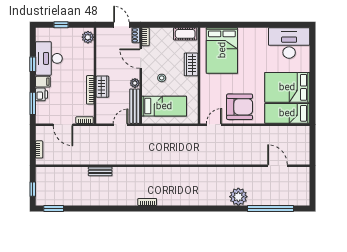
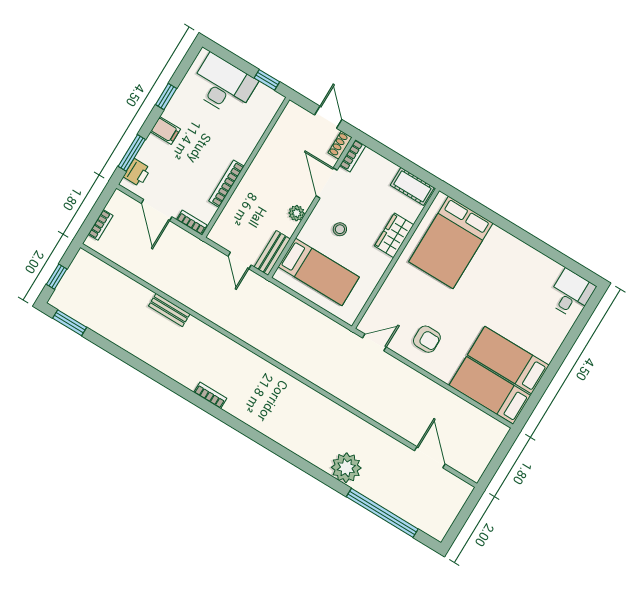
window: (61, 25) -> (267, 80), moved
plant: (88, 37) -> (269, 106), removed
desk: (289, 43) -> (571, 294), width x0.53, depth x0.77
desk: (49, 58) -> (223, 85), moved, turned 90
wardrobe: (102, 87) -> (247, 190), removed
bed: (287, 87) -> (508, 360), width x0.67
printer: (42, 94) -> (137, 173), moved
bench: (135, 106) -> (272, 253), width x0.73
armchair: (240, 107) -> (427, 339), width x0.53, depth x0.53
door: (121, 125) -> (240, 261), swing flipped

